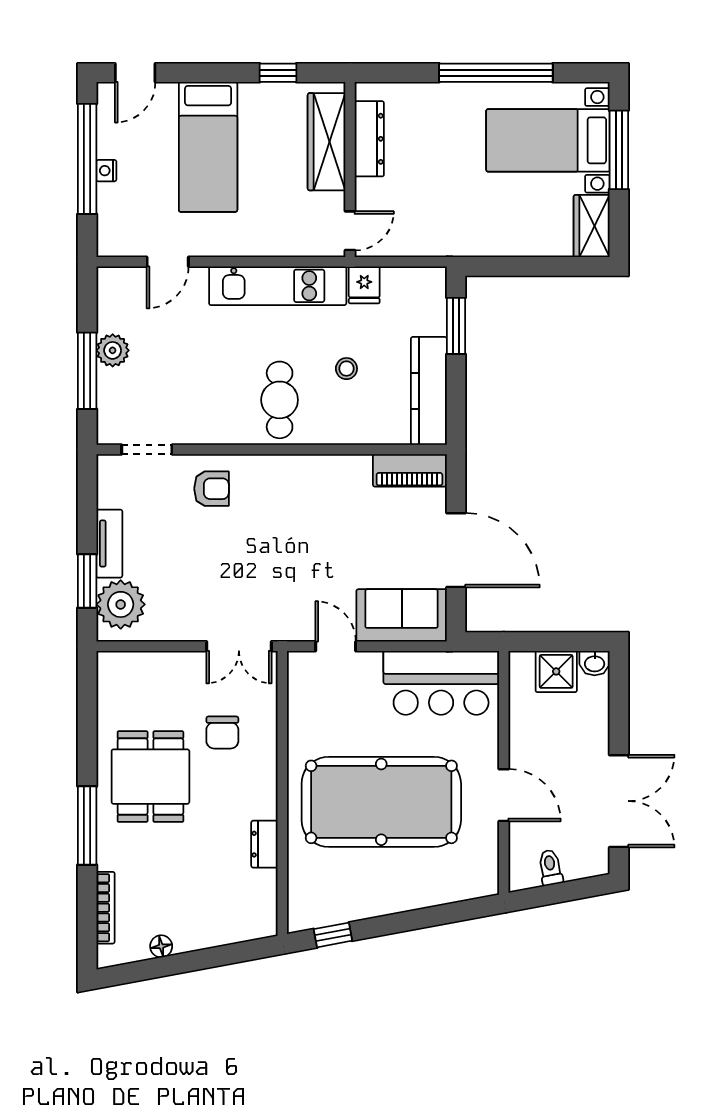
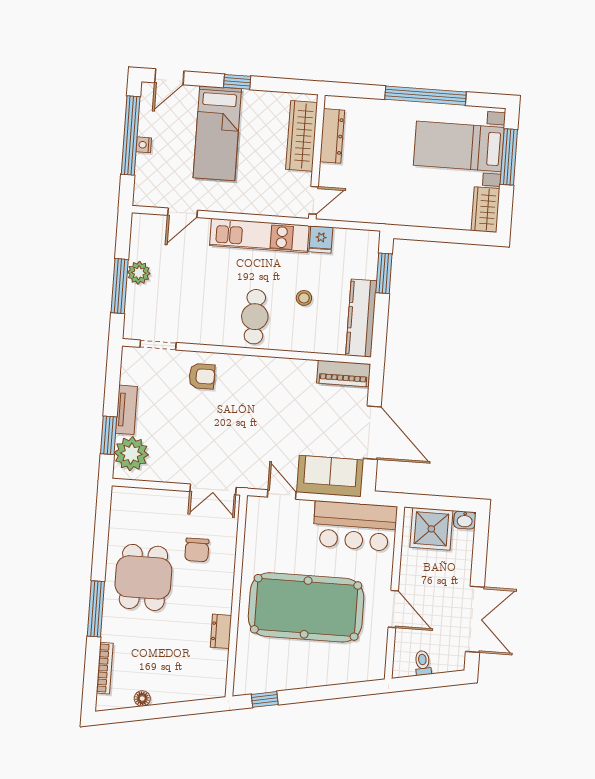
window: (278, 73) -> (237, 82), moved
shower: (556, 671) -> (431, 529), width x1.36, depth x1.36

